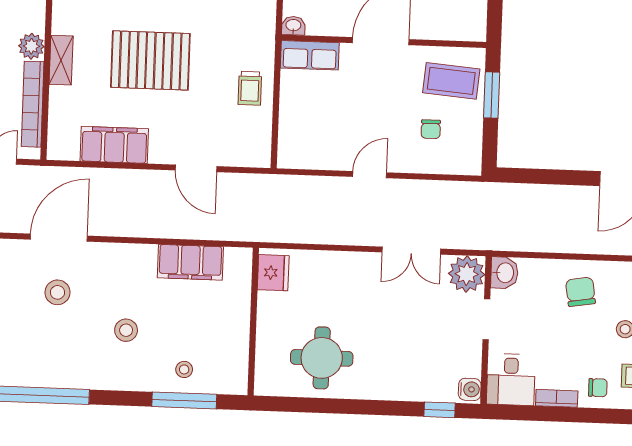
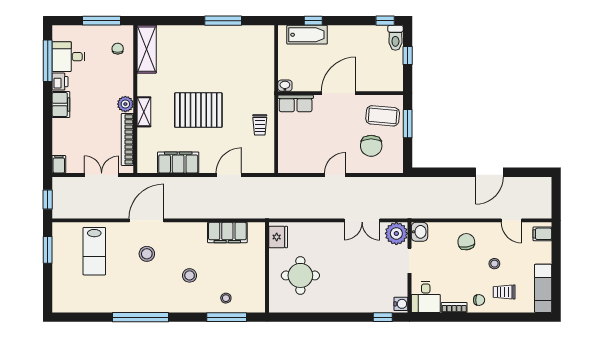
chair: (431, 129) -> (371, 146), width x1.87, depth x1.87
door: (196, 168) -> (229, 175), swing flipped
round table: (322, 358) -> (300, 275), moved

